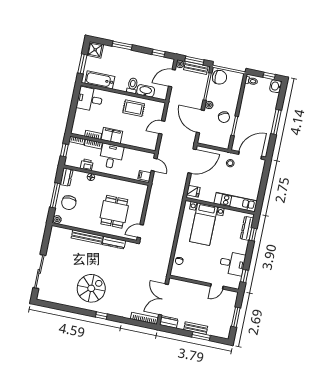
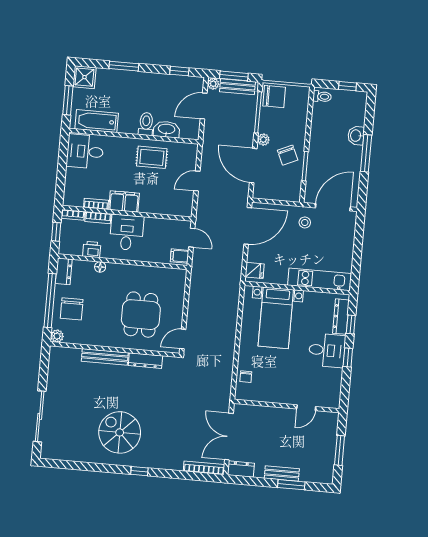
washbasin: (276, 86) -> (356, 136), moved
window: (55, 195) -> (50, 300), width x1.46
desk: (232, 263) -> (327, 350), moved
window: (244, 276) -> (348, 357), moved
spiral stairs: (91, 288) -> (120, 432), turned -90

